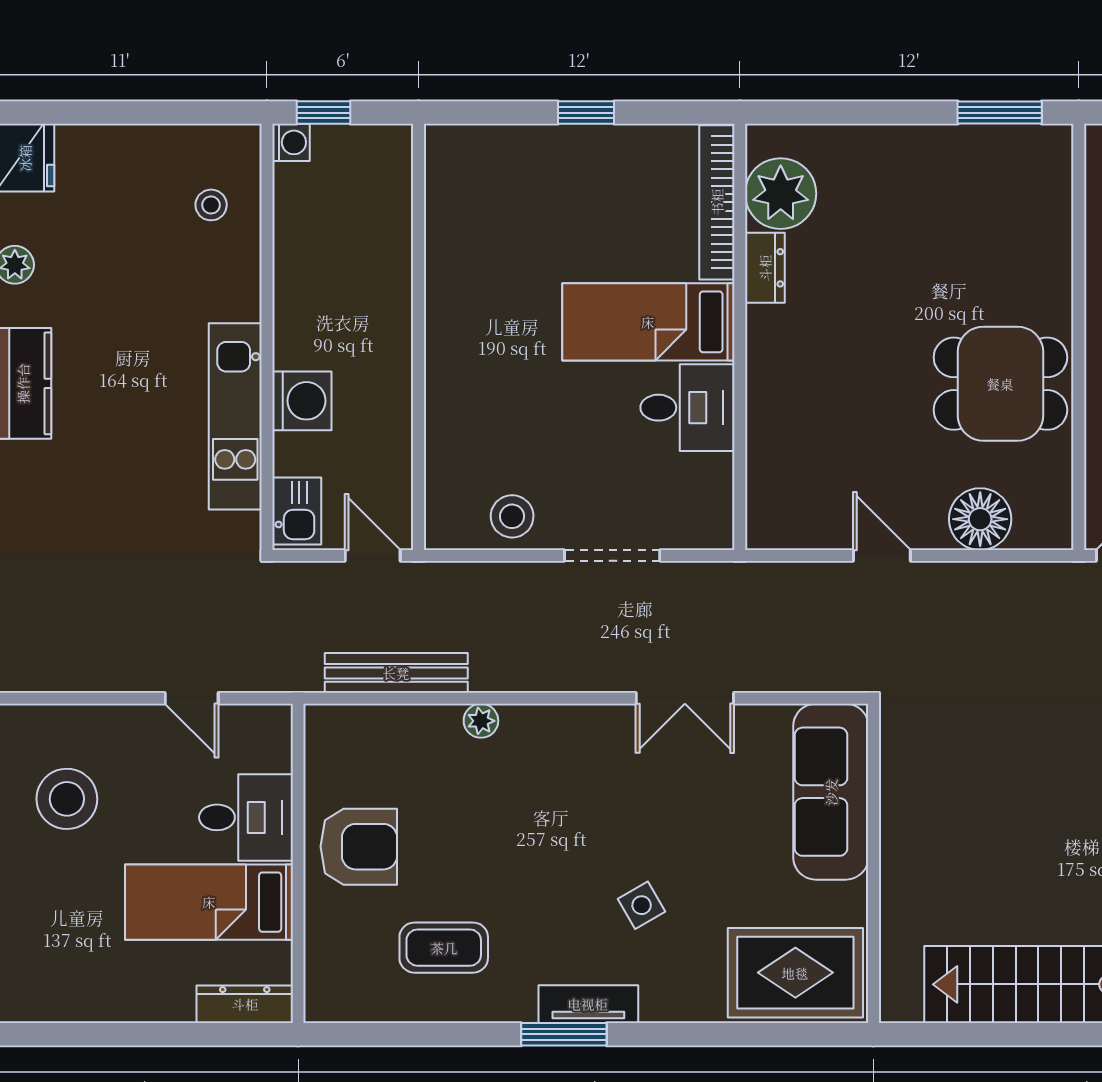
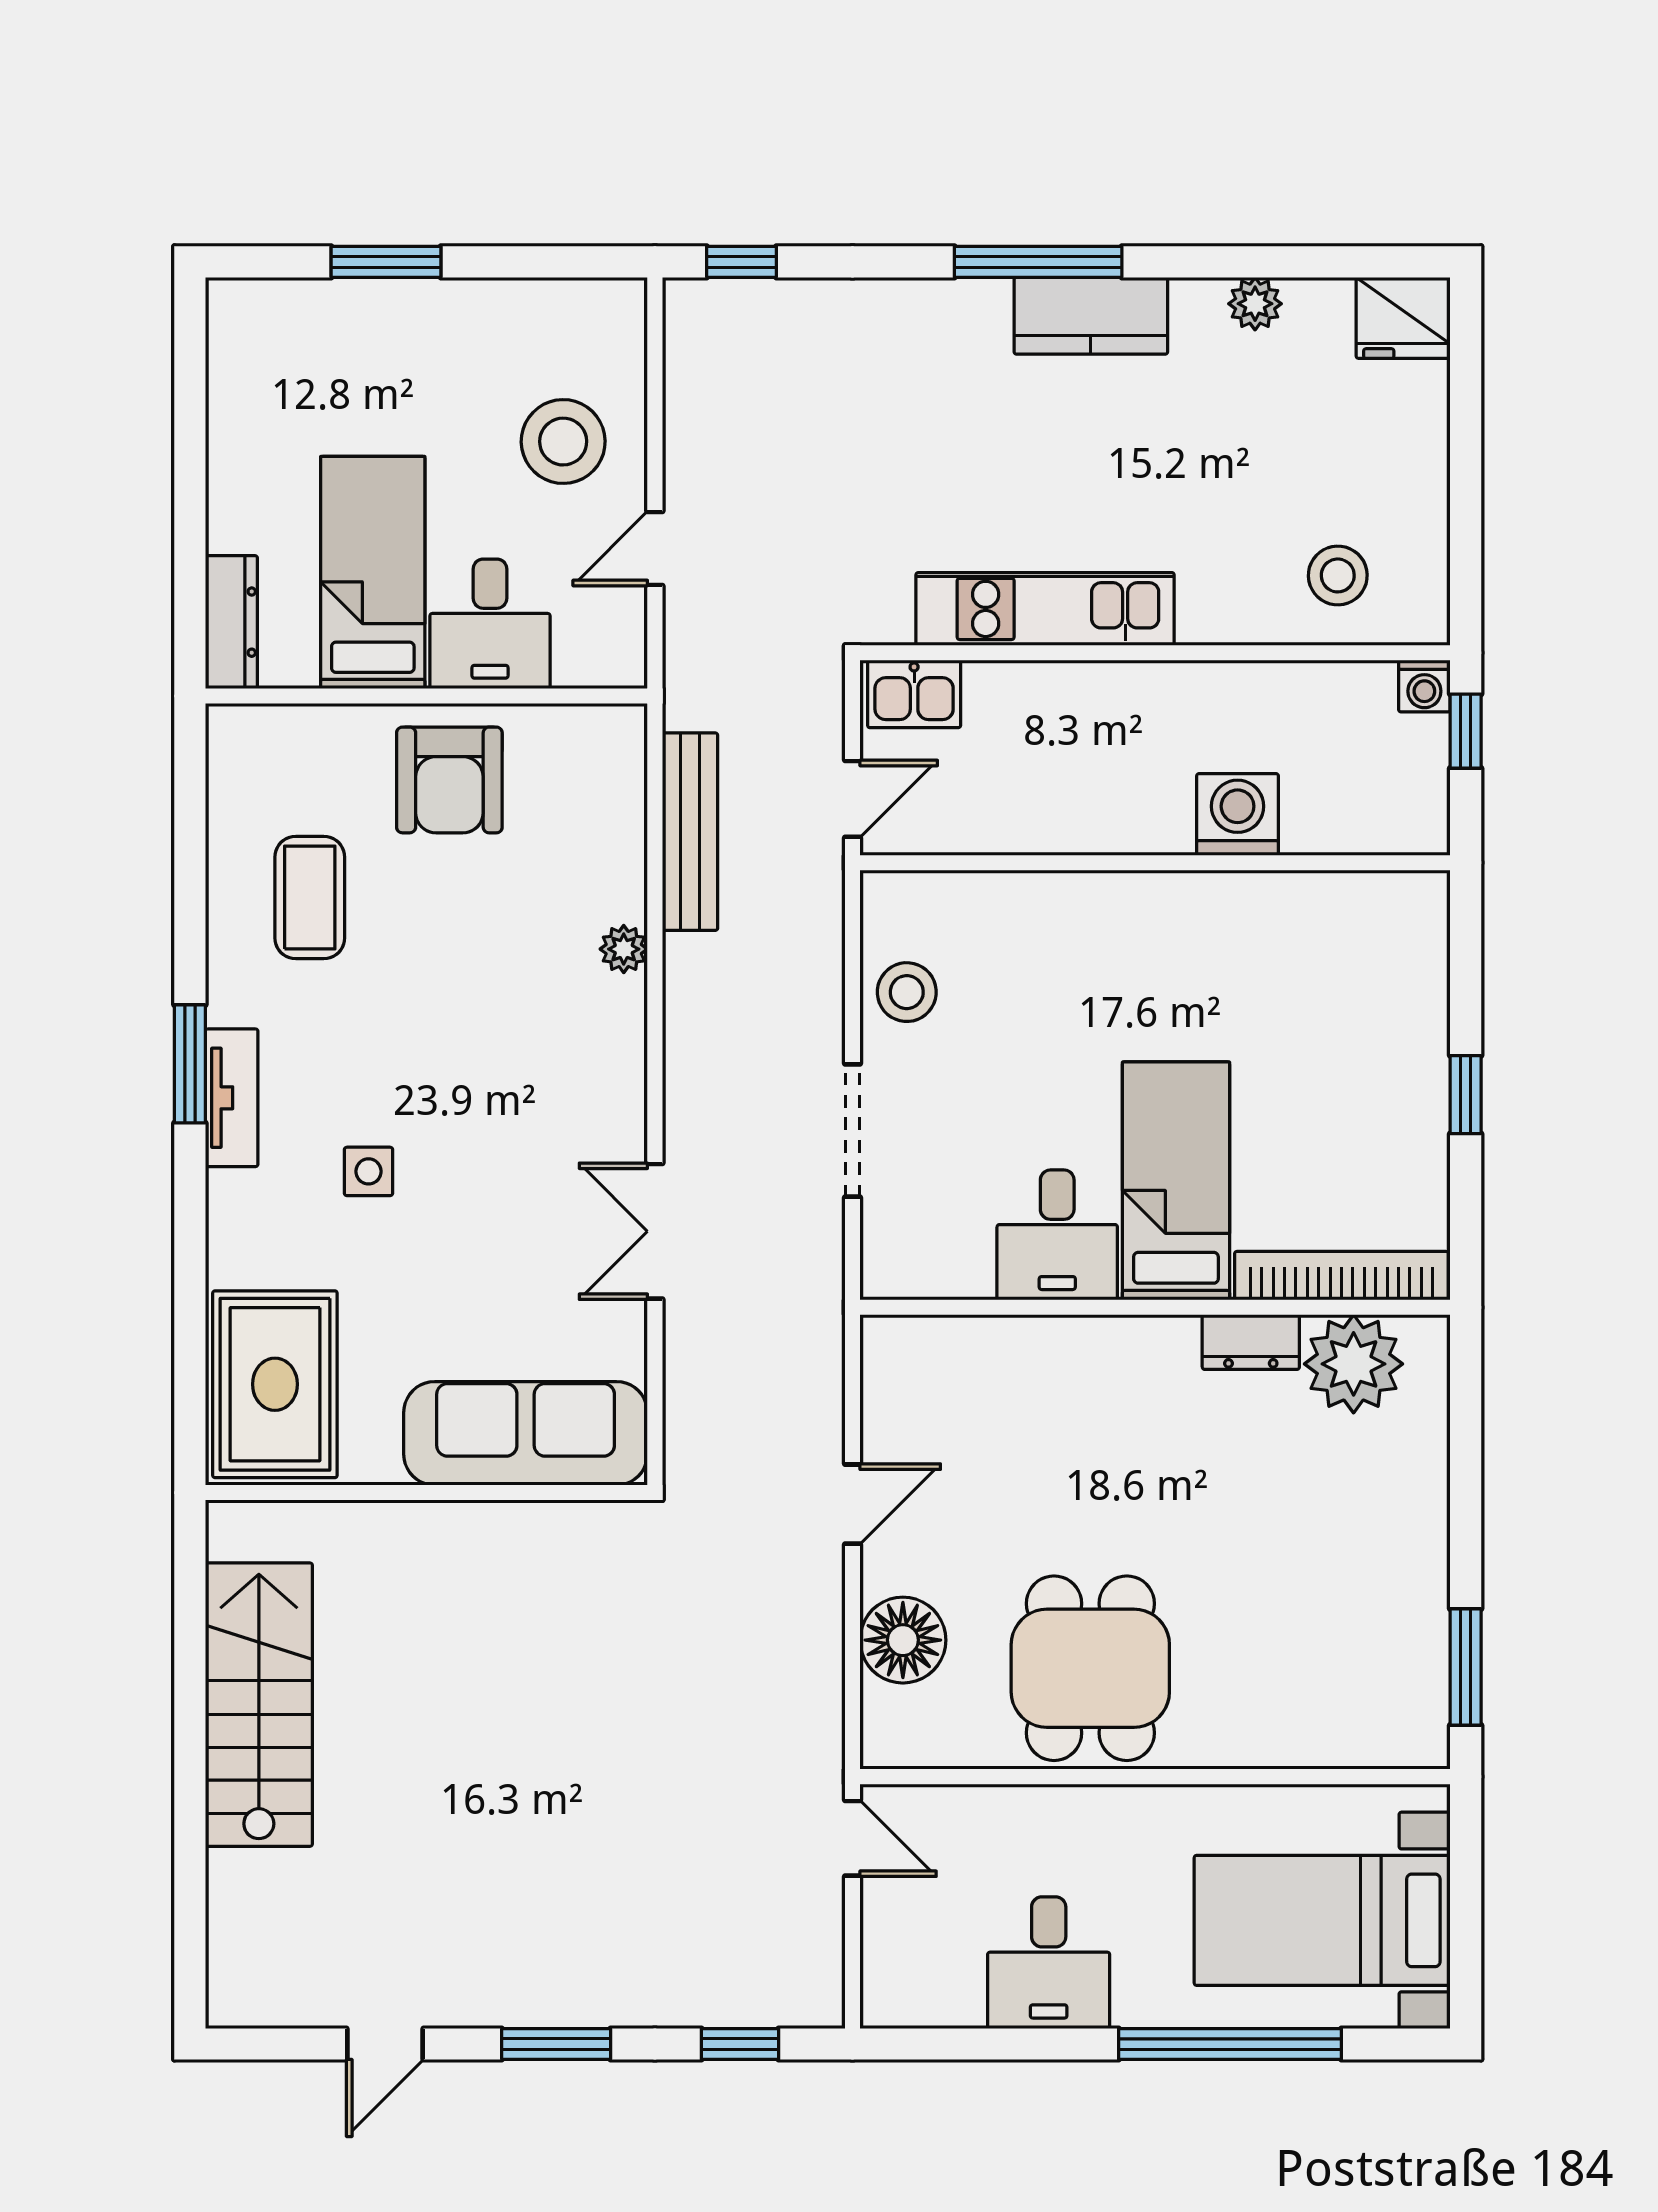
stool: (211, 205) -> (1338, 575), width x1.37, depth x1.37
washing machine: (302, 401) -> (1238, 814), moved, turned 180
stool: (67, 799) -> (563, 442), moved
side table: (642, 905) -> (368, 1171), turned 30

